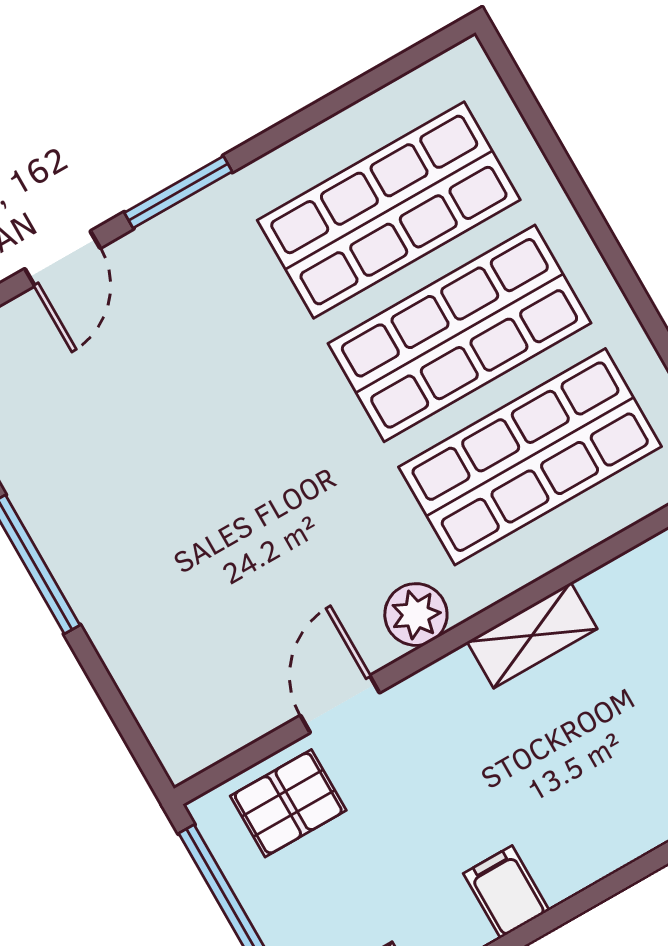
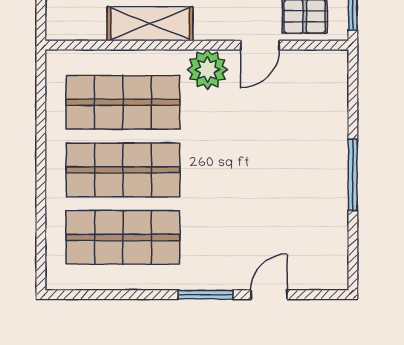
plant: (416, 615) -> (207, 69), width x1.36, depth x1.36
shelving: (532, 635) -> (150, 24), width x1.50, depth x1.33

